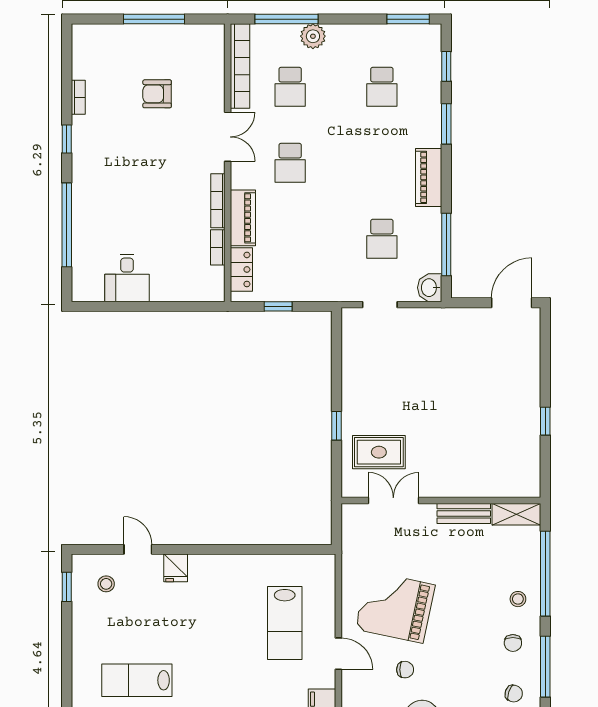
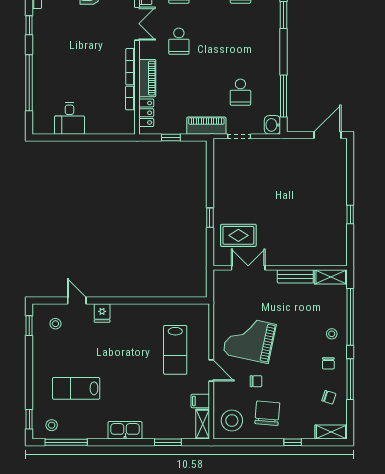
piano: (429, 177) -> (206, 126), moved, turned 90

